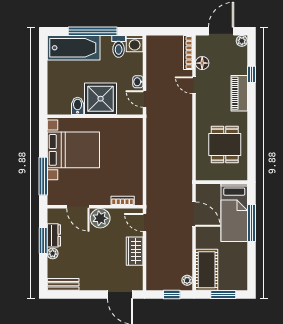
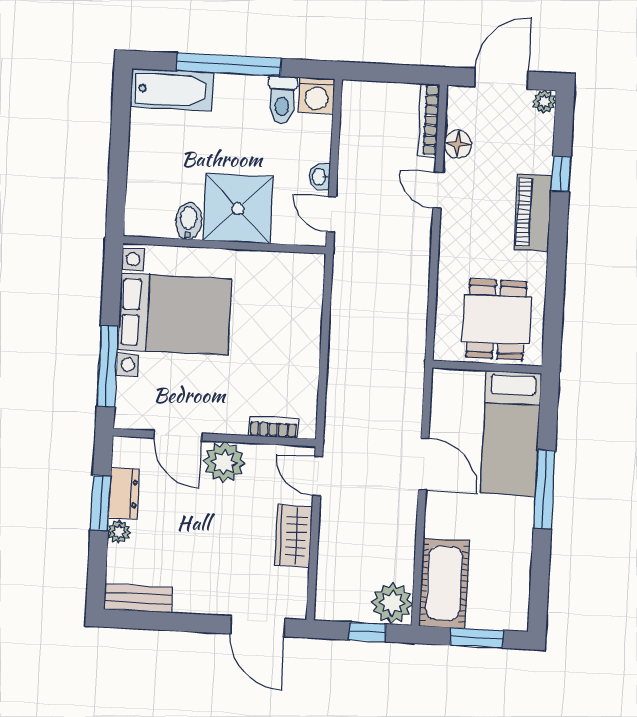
bathtub: (74, 48) -> (172, 90), width x0.73, depth x0.73
wall: (221, 182) -> (487, 367), moved
bed: (234, 213) -> (511, 433), moved
plant: (187, 280) -> (392, 603), width x1.88, depth x1.88

